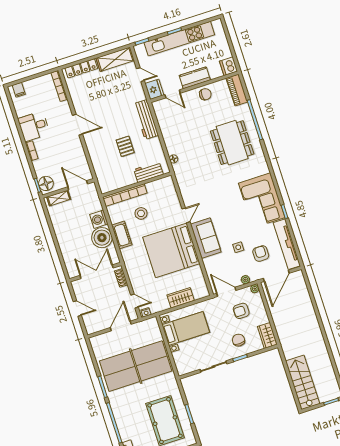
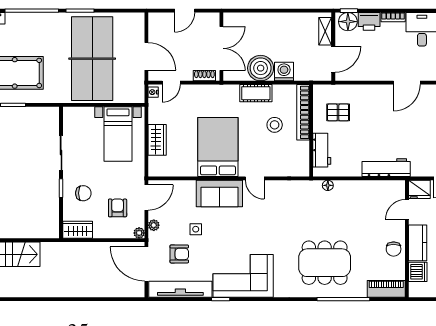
dishwasher: (229, 66) -> (418, 272), moved, turned 90
pallet: (125, 146) -> (338, 112), moved
printer: (41, 168) -> (369, 21), added
bed: (171, 250) -> (218, 147), width x0.73

